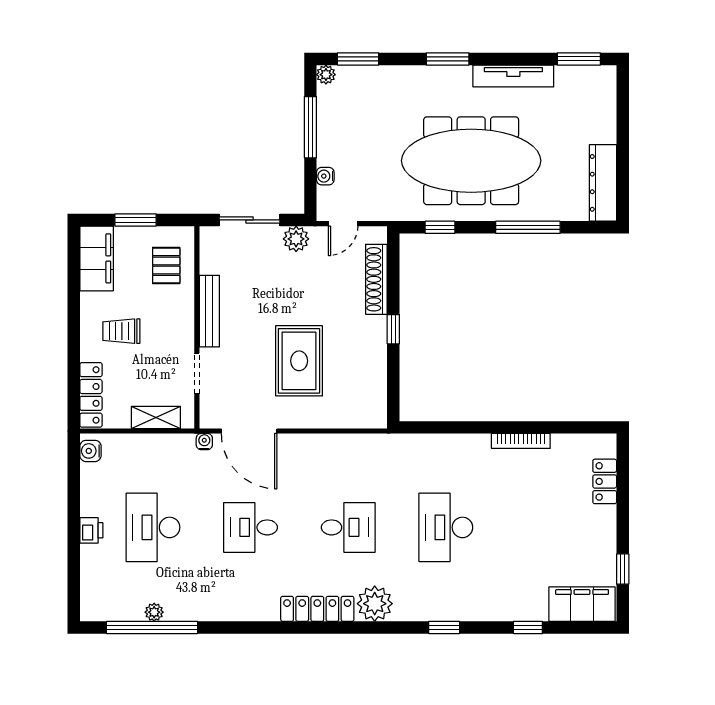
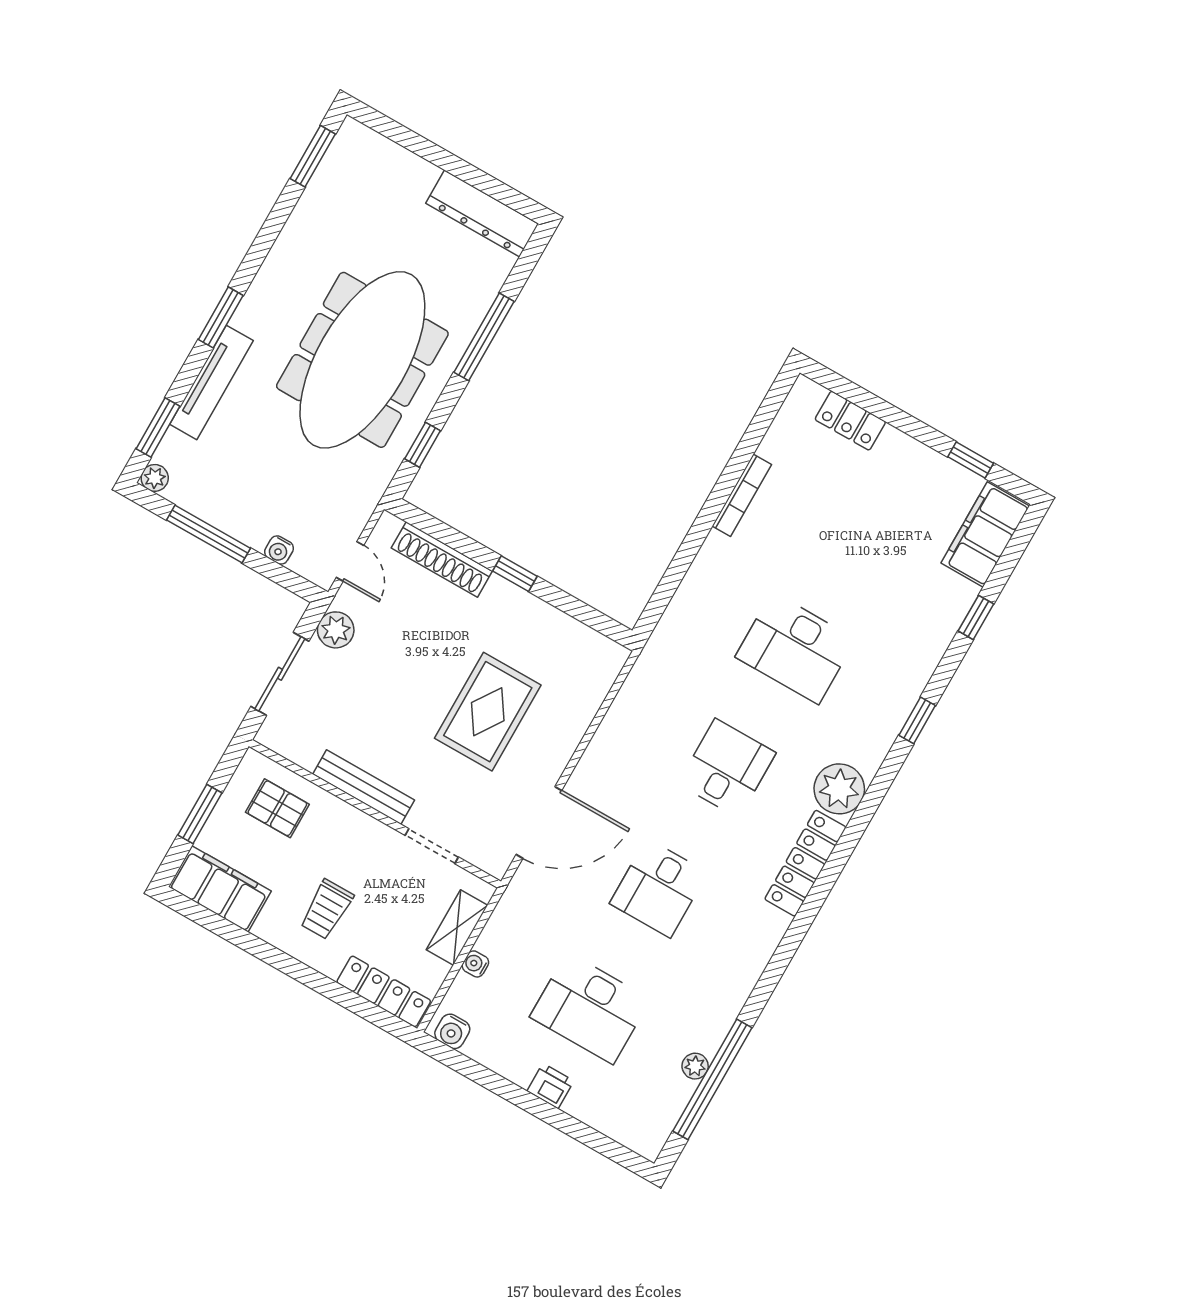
tv unit: (513, 76) -> (211, 382), moved
rug: (299, 361) -> (488, 712), turned 90
water cooler: (204, 442) -> (475, 964), moved

